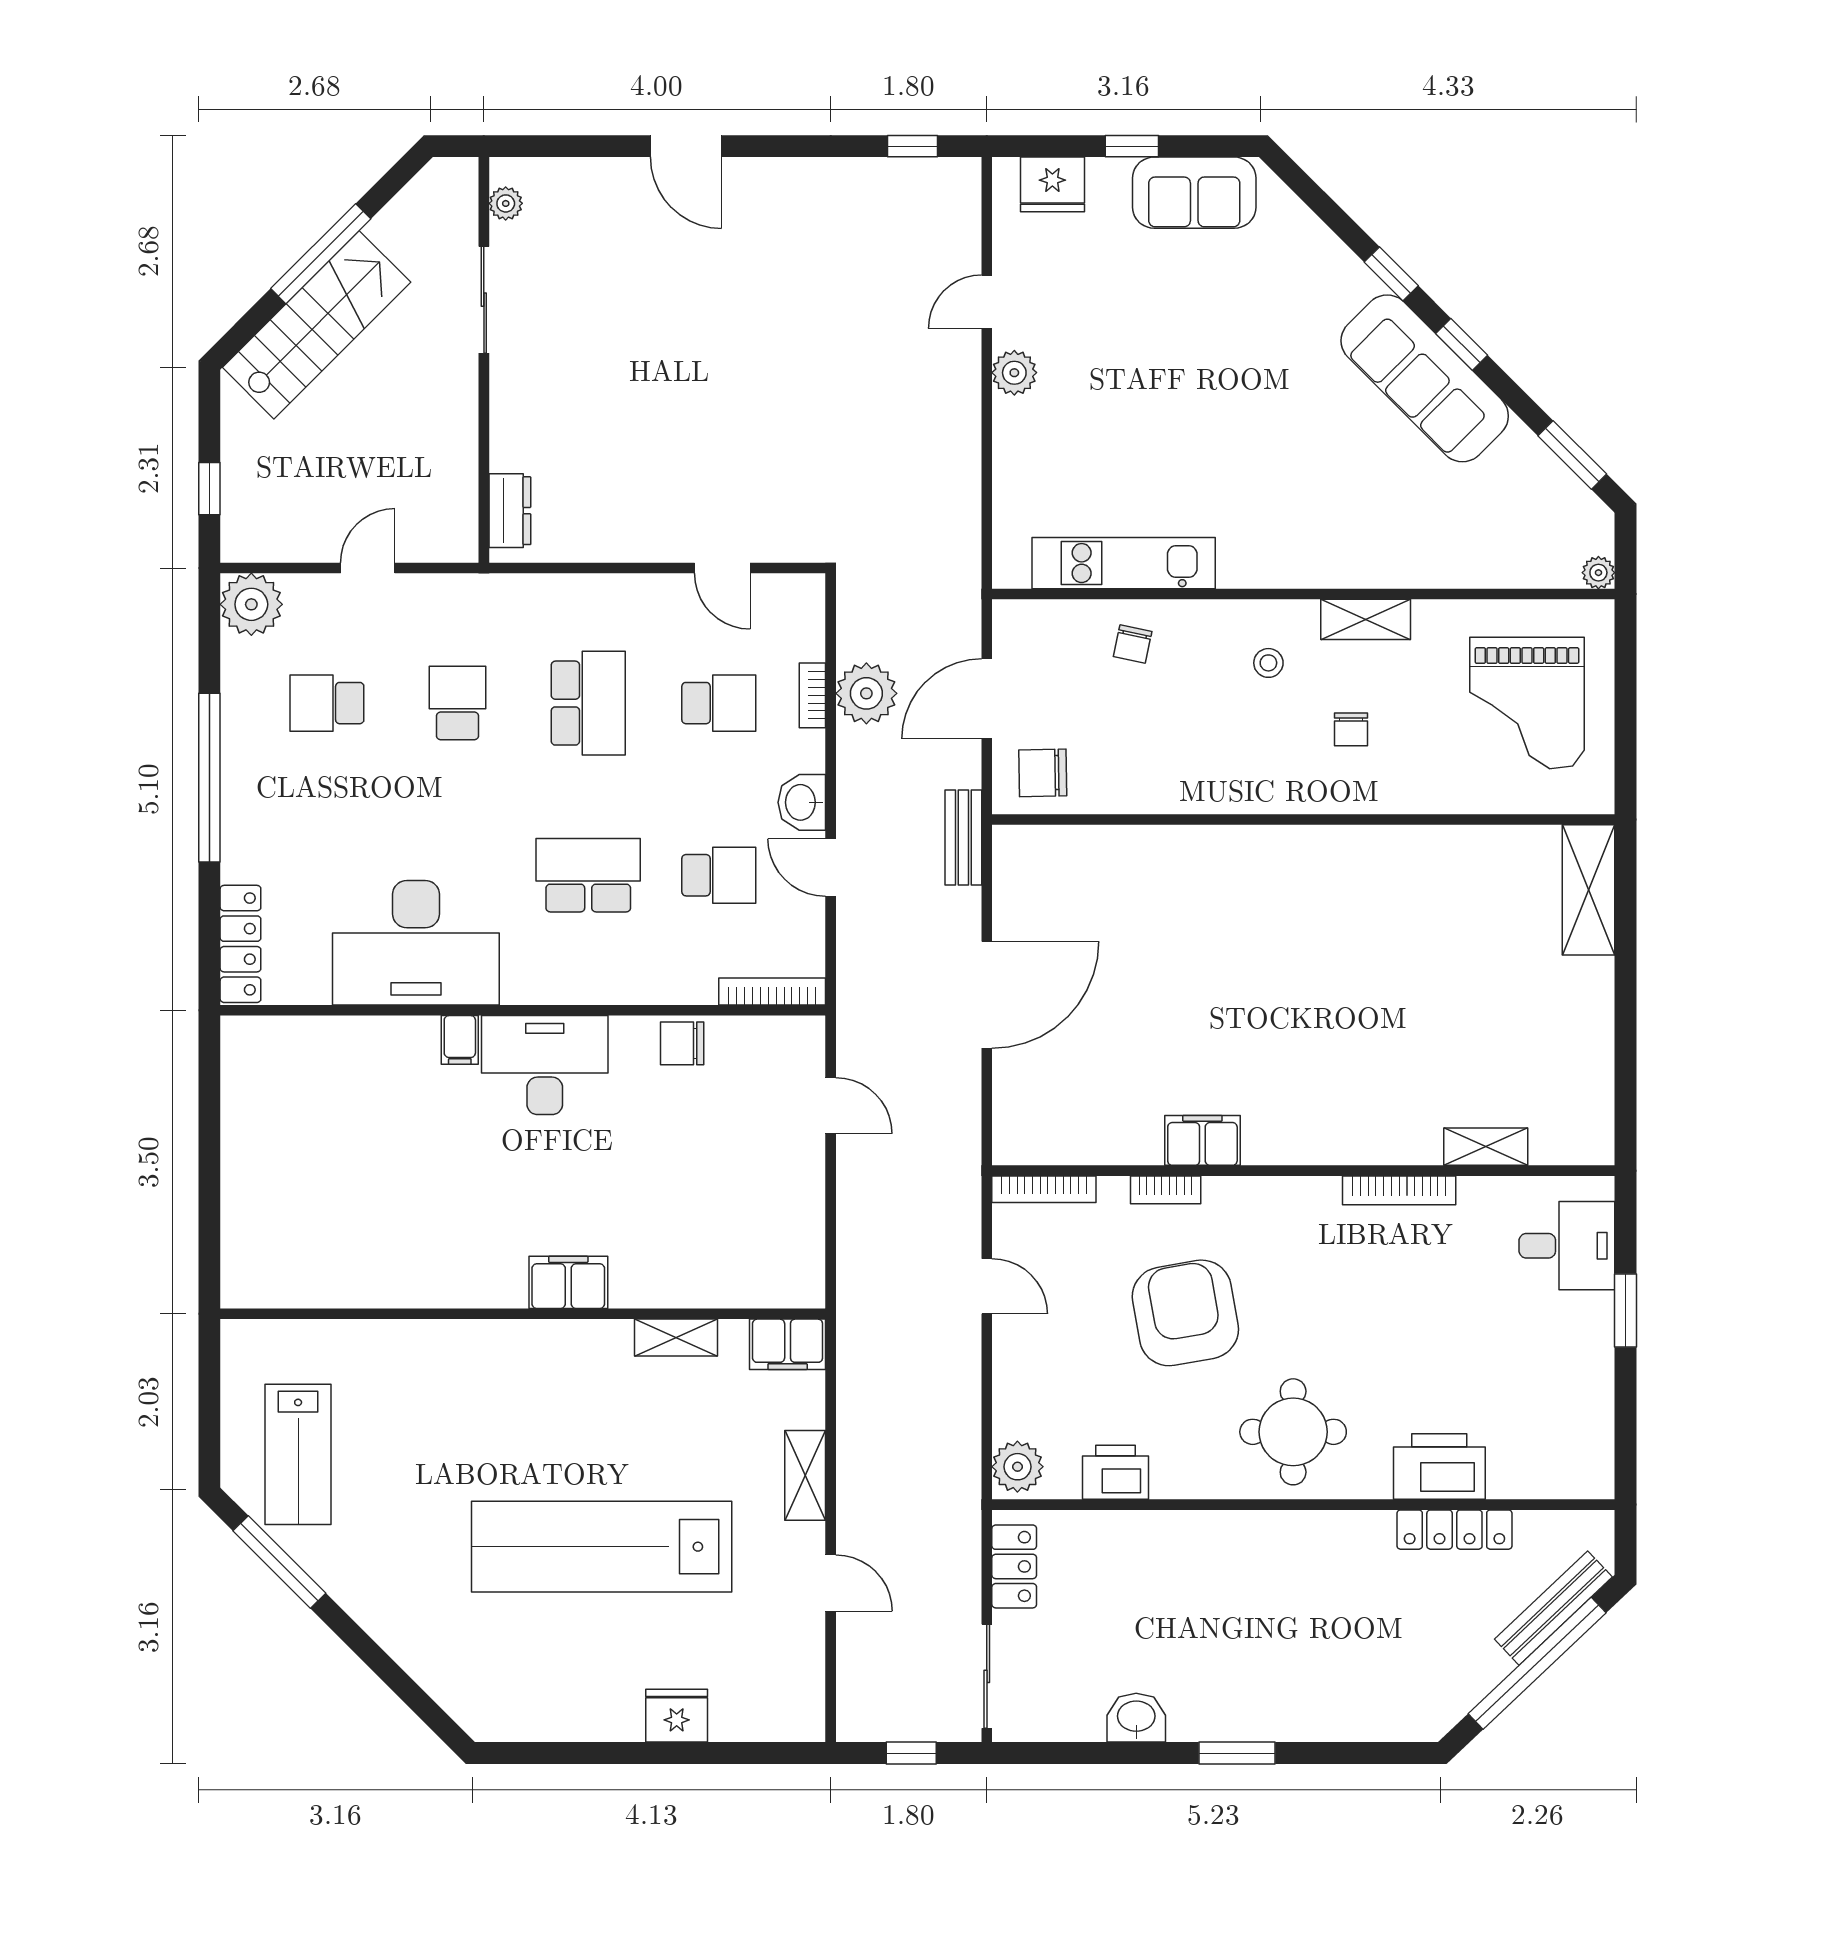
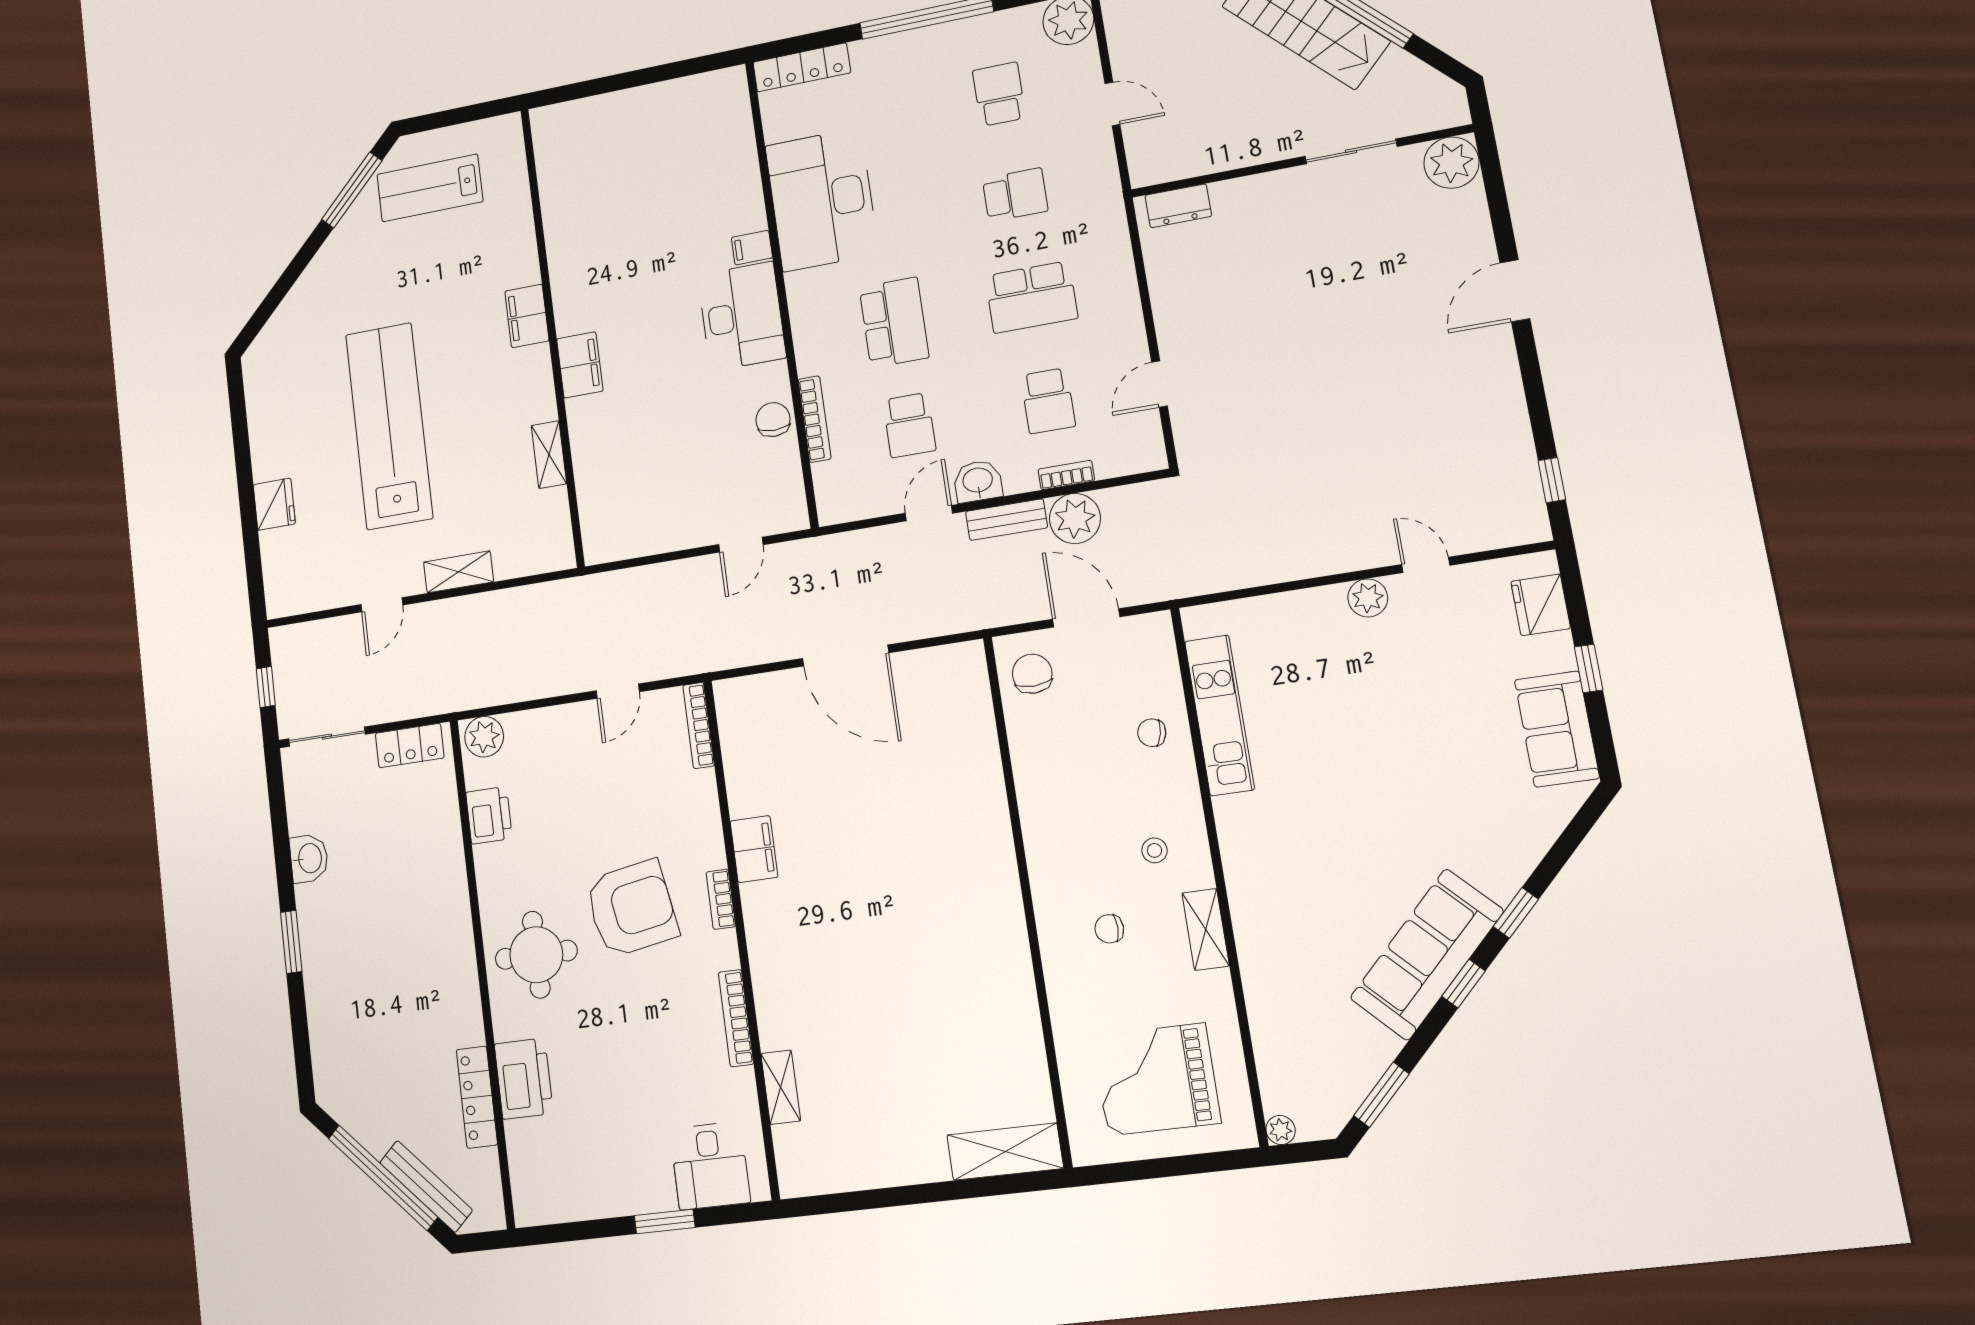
plant: (506, 203) -> (1451, 163), width x1.88, depth x1.88
bench: (963, 837) -> (1006, 520), moved
bookcase: (772, 991) -> (815, 419), moved
bookcase: (1166, 1190) -> (721, 899), moved
armchair: (1185, 1313) -> (632, 908), moved
filing cabinet: (788, 1344) -> (527, 316), moved

